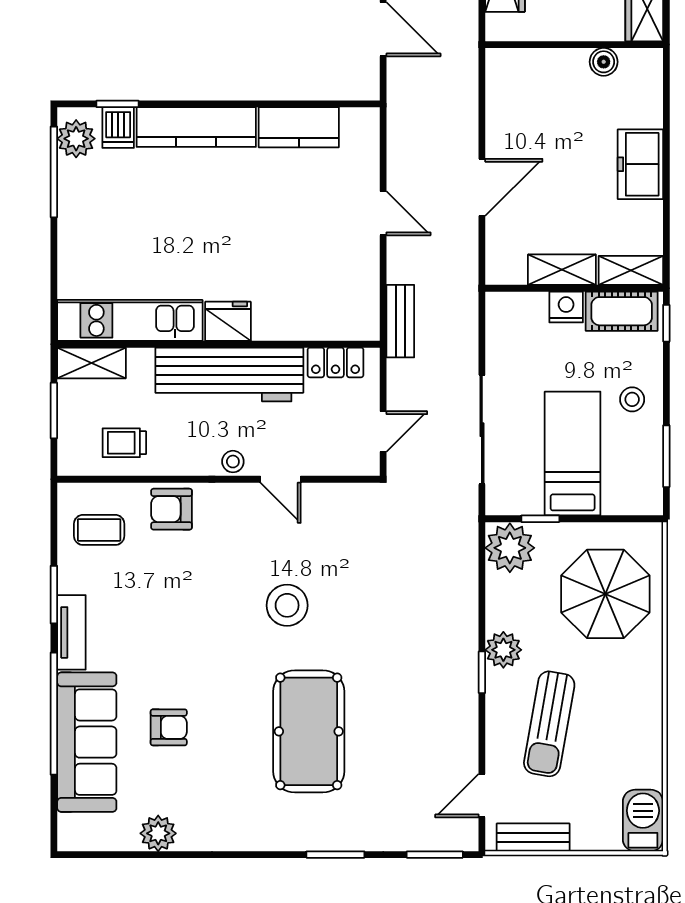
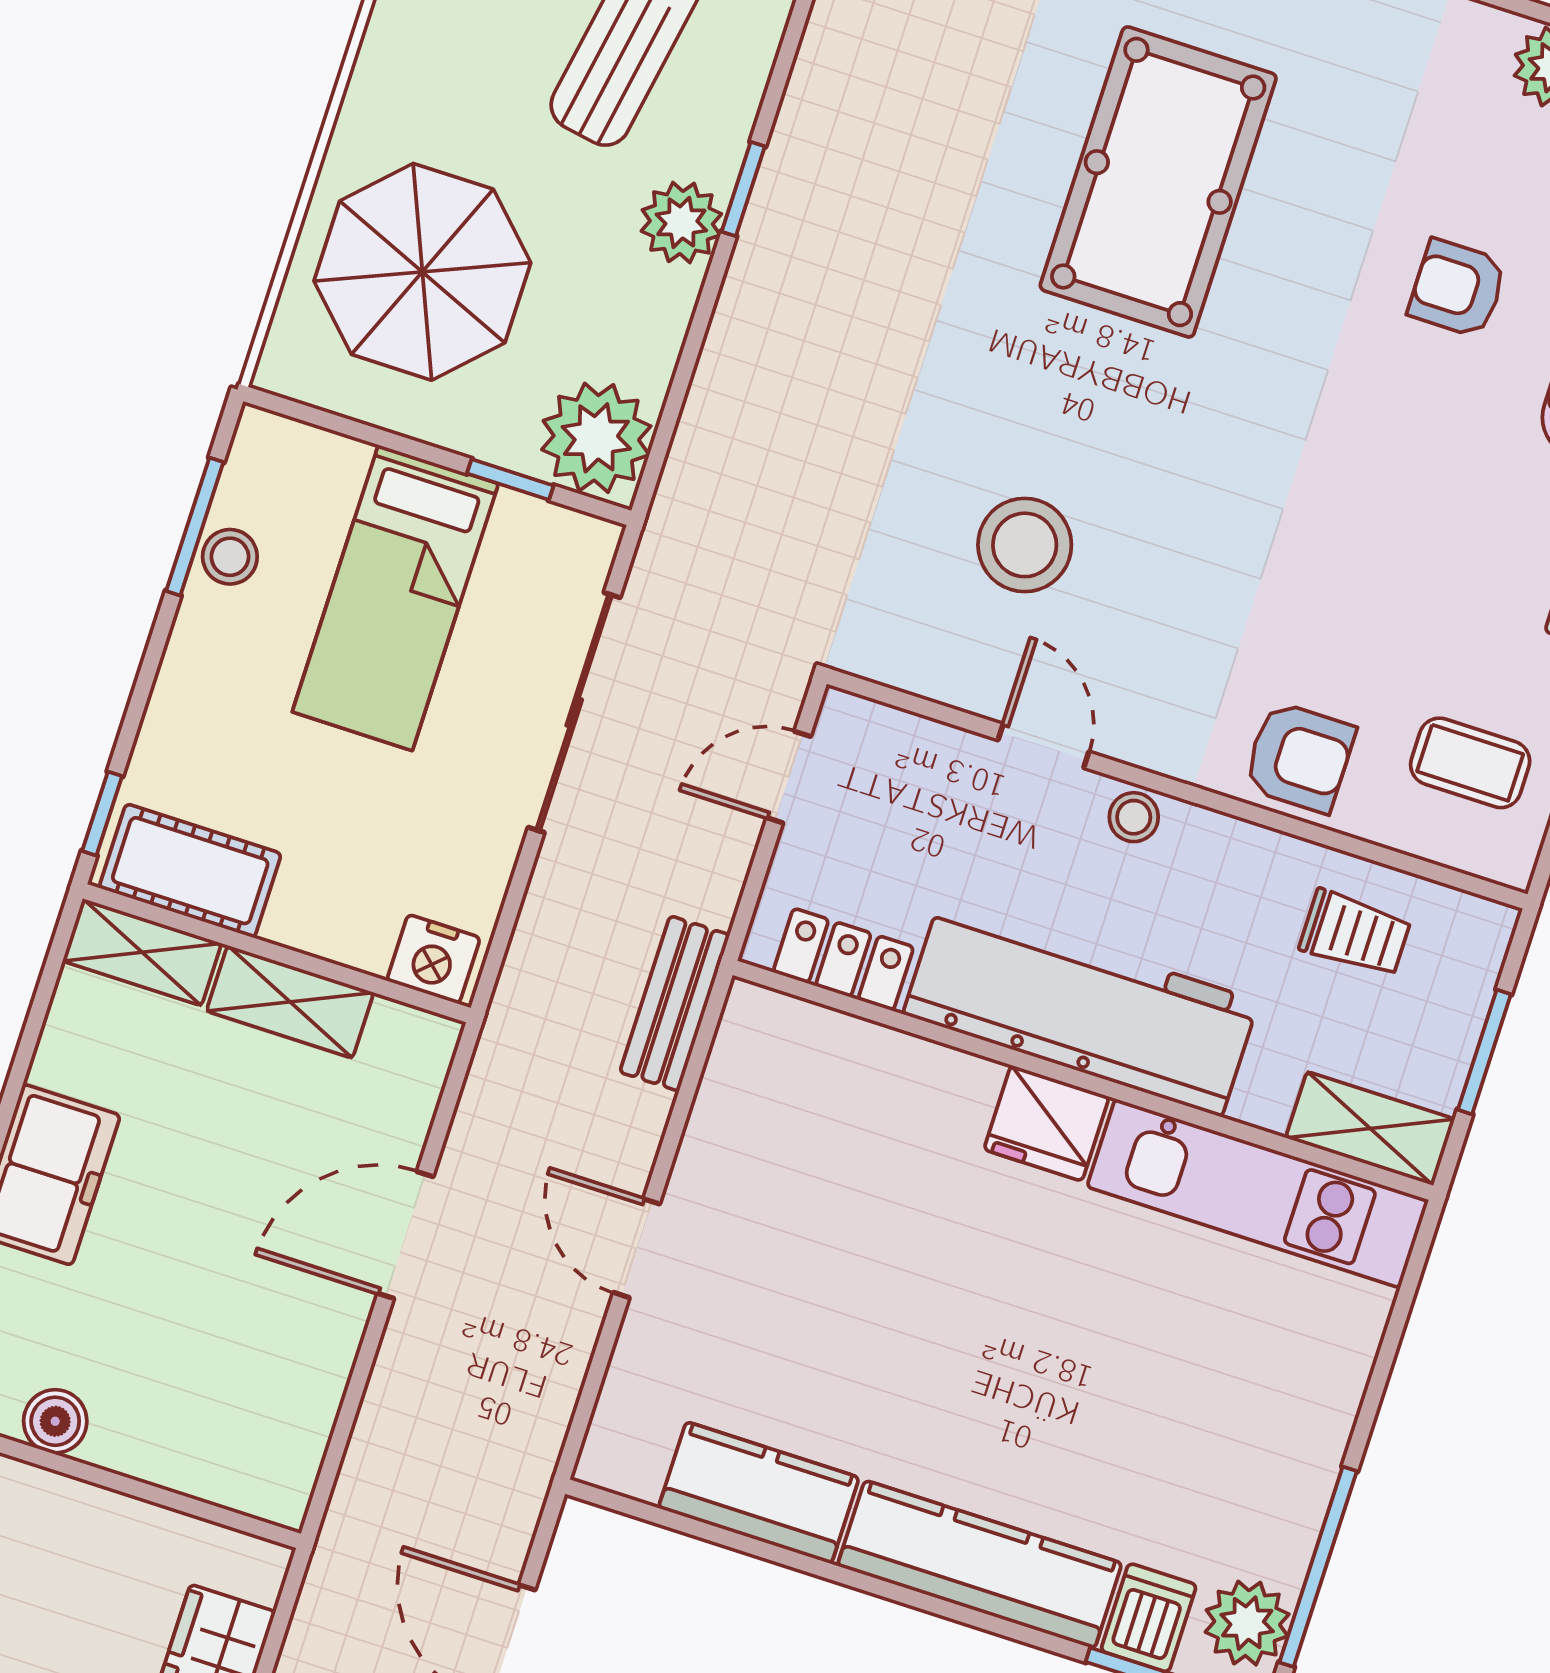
nightstand: (566, 307) -> (433, 959), moved
stool: (632, 399) -> (230, 557), moved
stool: (287, 605) -> (1025, 545), moved

